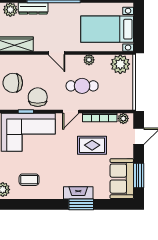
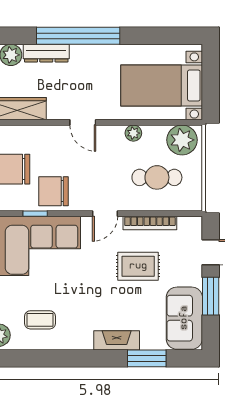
cafe table: (82, 86) -> (157, 177), moved
chair: (38, 97) -> (53, 191), turned -90
plant: (123, 118) -> (187, 225), removed
window: (139, 175) -> (211, 296), moved
window: (81, 204) -> (147, 358), moved

